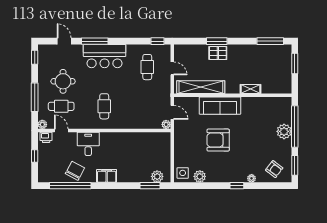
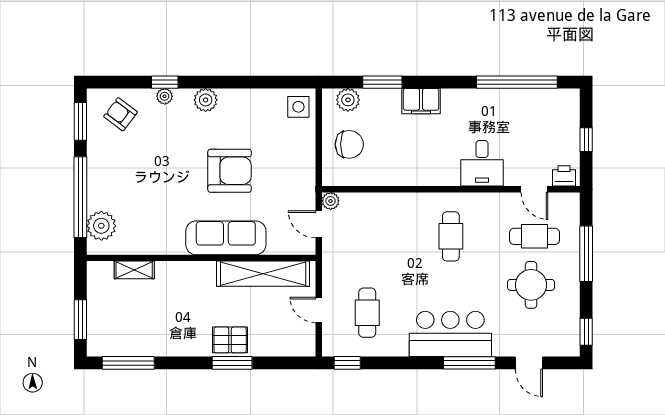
shelving: (251, 89) -> (134, 270), moved
plant: (42, 124) -> (571, 201), removed
plant: (284, 131) -> (101, 226), moved
chair: (75, 171) -> (349, 144), moved, turned -118
filing cabinet: (107, 176) -> (421, 101), moved
plant: (200, 176) -> (206, 100), moved
window: (150, 186) -> (382, 82), moved
window: (237, 186) -> (165, 82), moved

